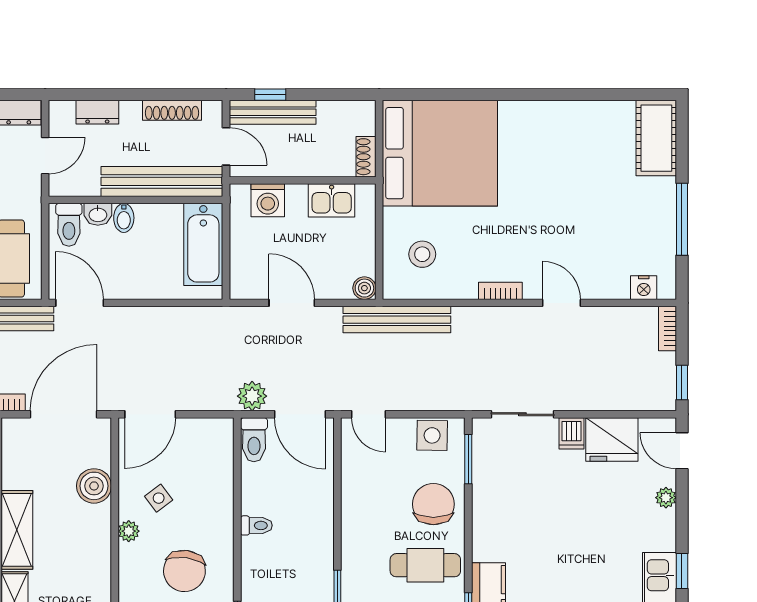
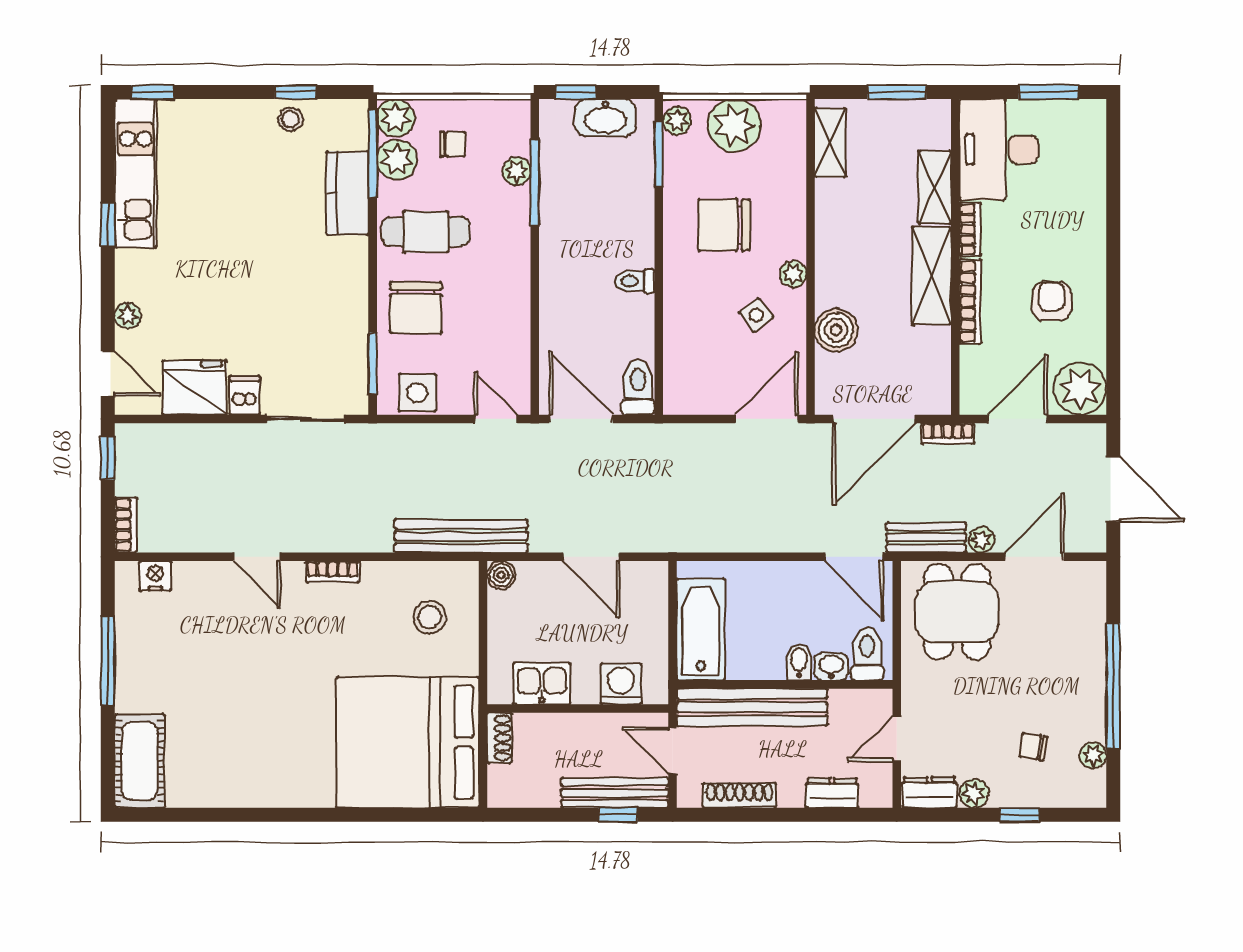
plant: (252, 396) -> (640, 441), removed
chair: (184, 571) -> (724, 225), turned -98

